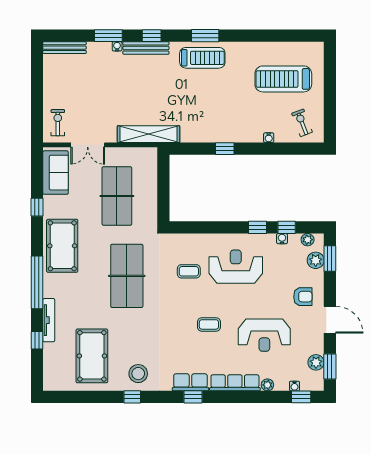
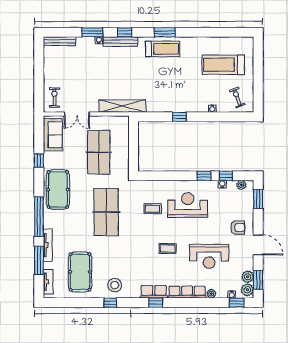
plant: (316, 260) -> (247, 290), moved
window: (37, 340) -> (39, 260), width x2.17
tv unit: (49, 369) -> (48, 282), added

